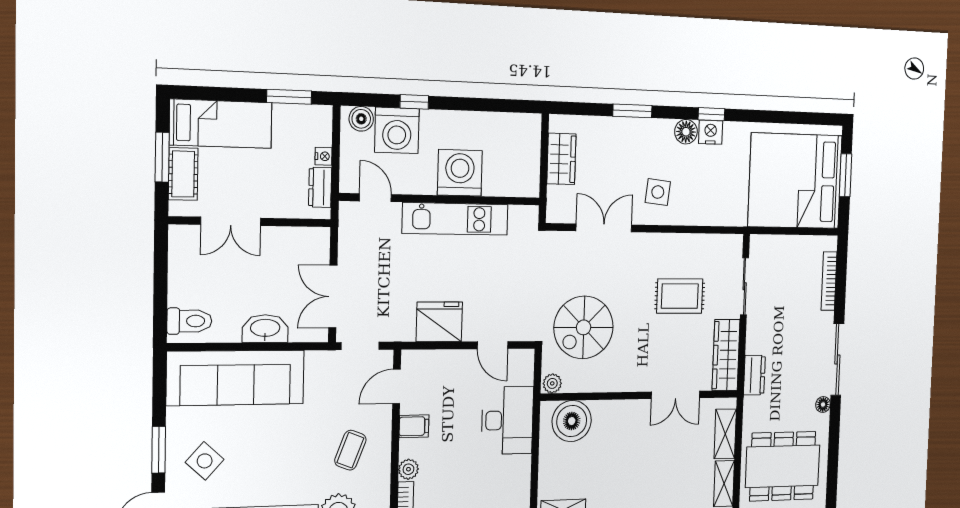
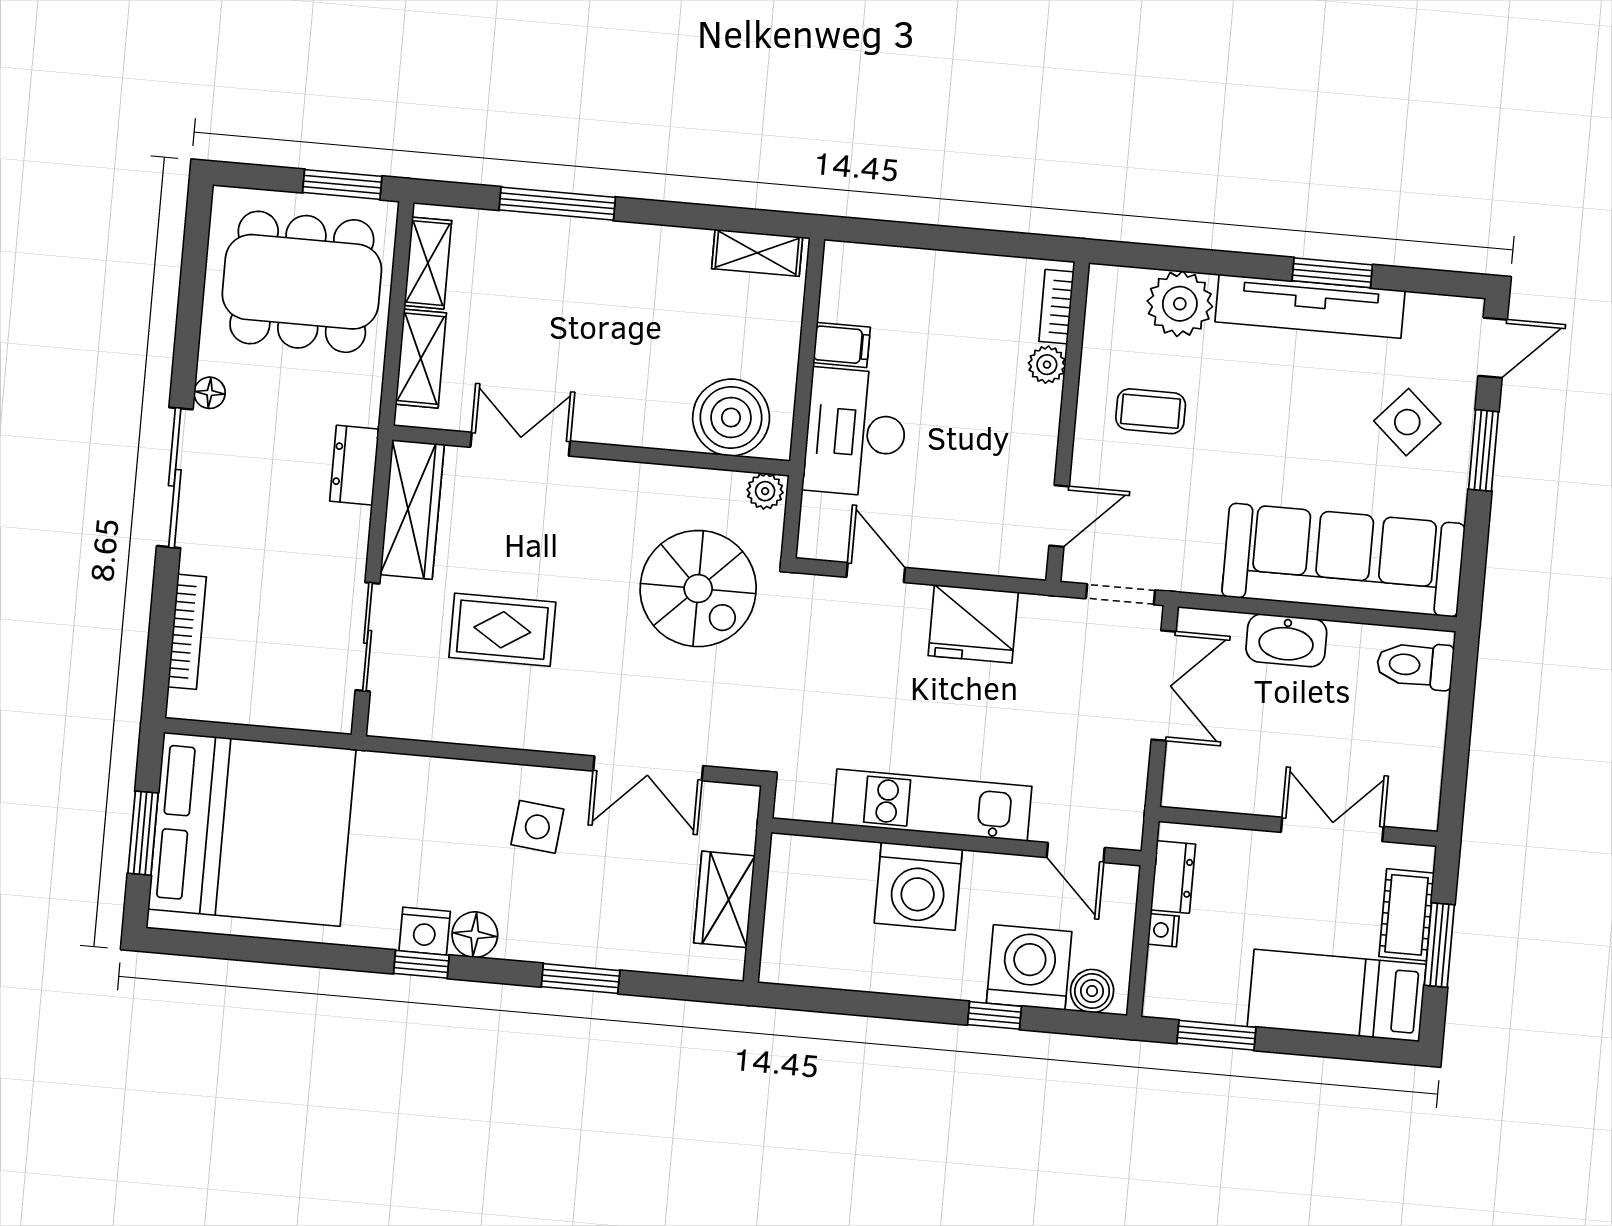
spiral stairs: (584, 327) -> (698, 589), turned 90
filing cabinet: (414, 426) -> (842, 345), moved, turned 180
coffee table: (350, 450) -> (1151, 411), turned 69

